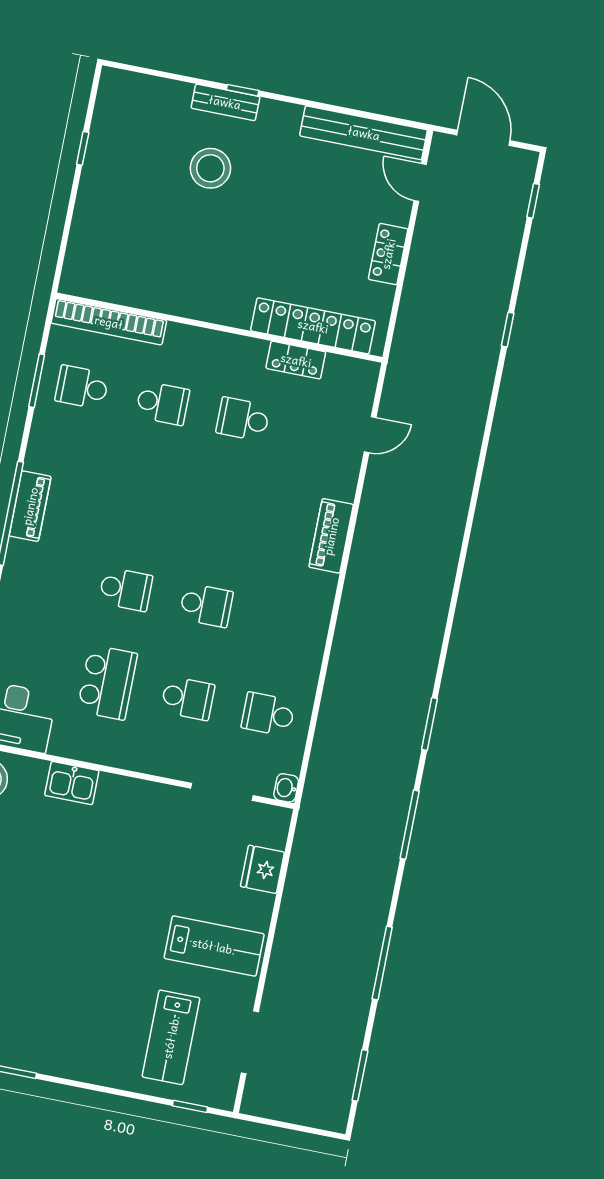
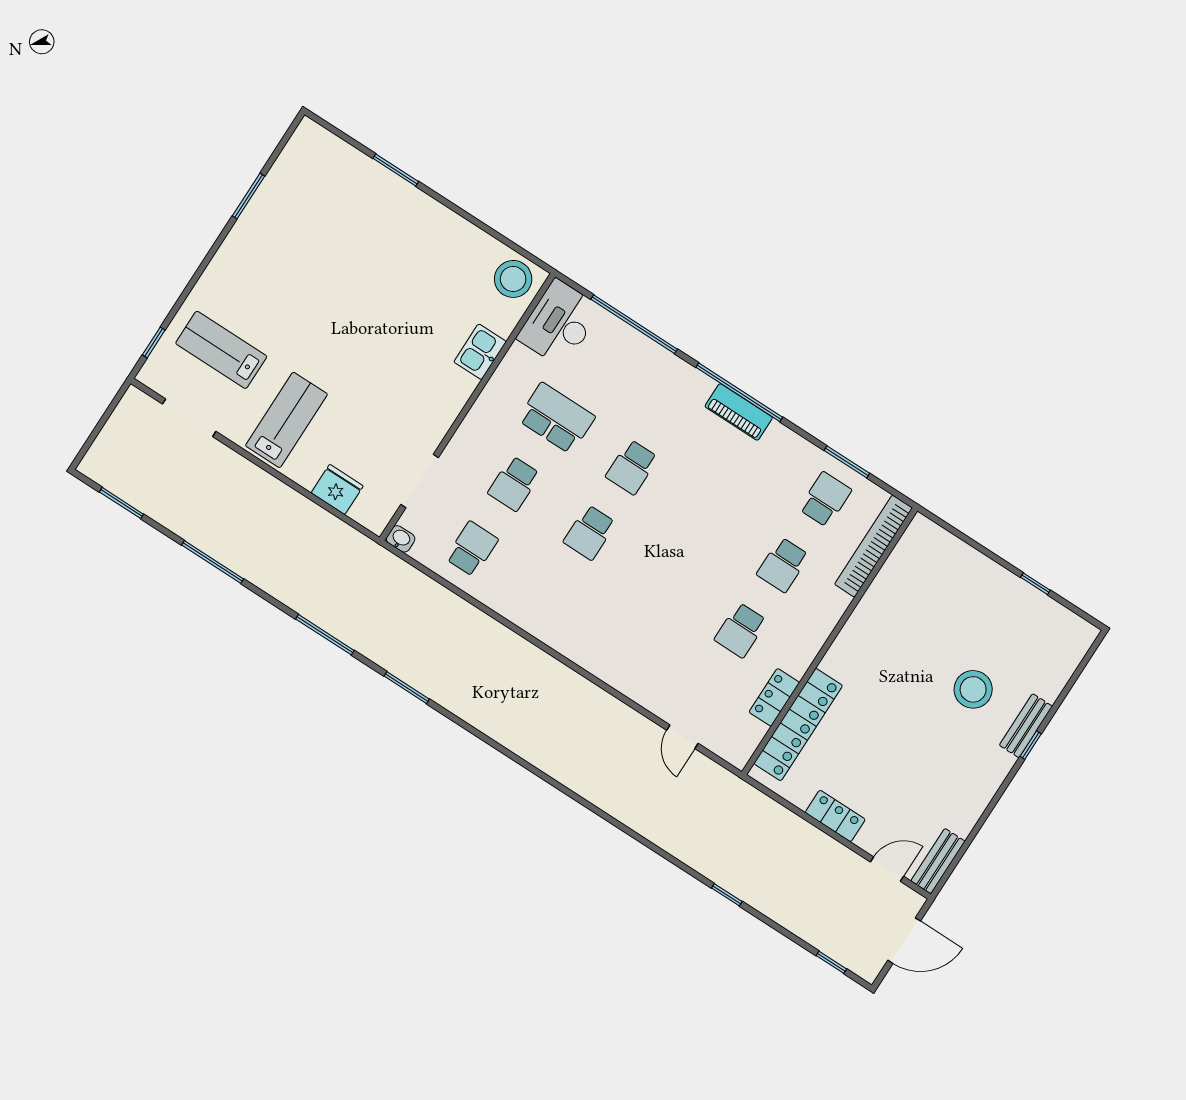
bench: (364, 133) -> (938, 861), width x0.54, depth x0.82
school desk: (243, 419) -> (741, 630), turned 180
piano: (331, 536) -> (607, 667), removed
school desk: (107, 682) -> (556, 418), turned 180
lab bench: (214, 946) -> (286, 420), turned 180

